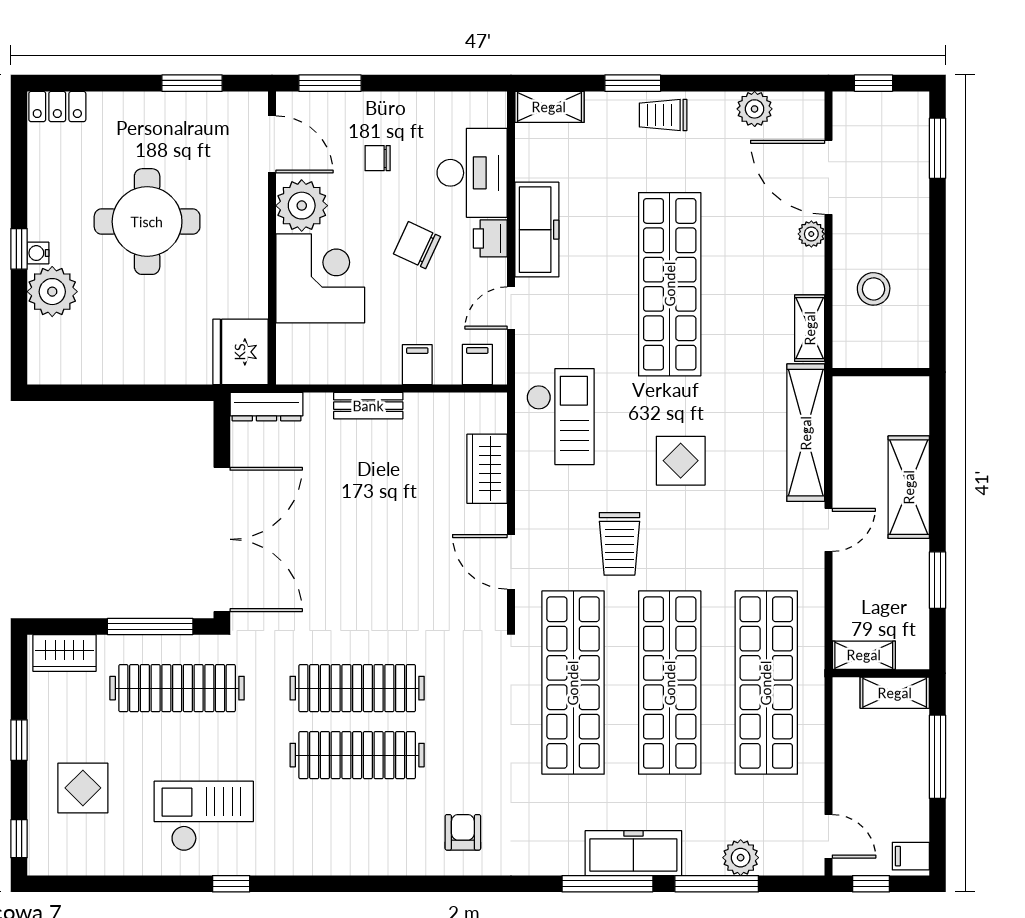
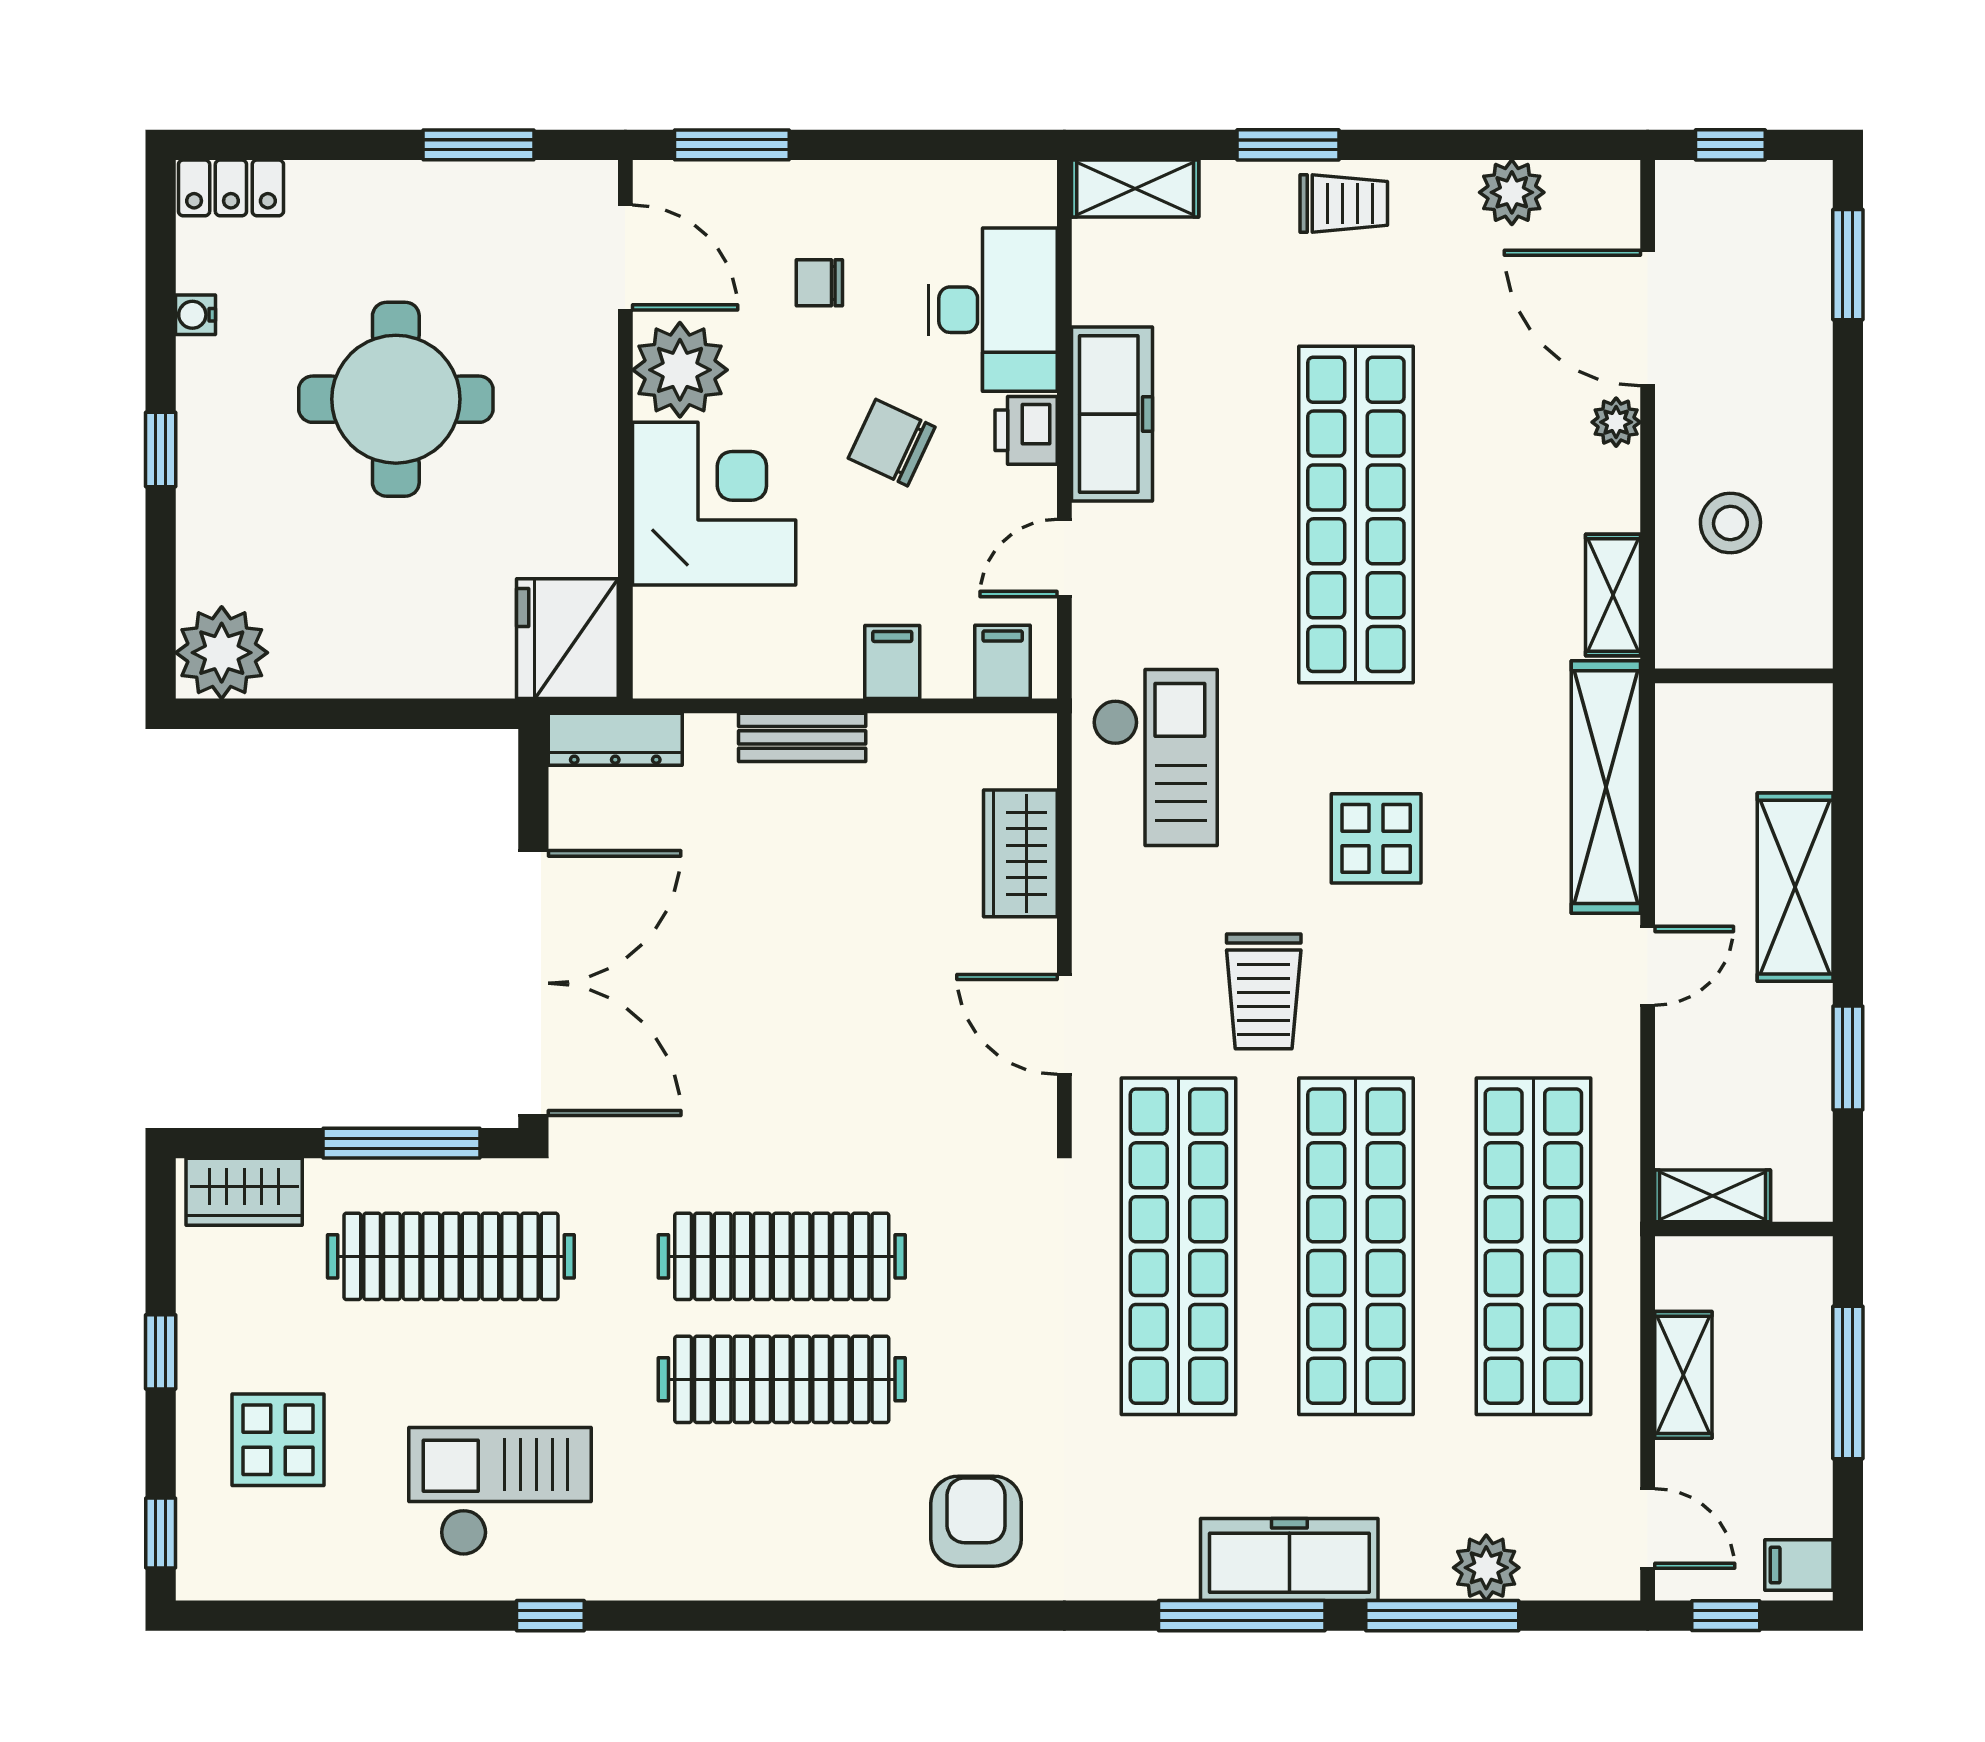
trolley: (663, 115) -> (1344, 203), turned 180
water cooler: (38, 253) -> (196, 315), moved
plant: (52, 292) -> (222, 653), moved
shelving: (895, 693) -> (1683, 1375), moved, turned 90
armchair: (463, 832) -> (976, 1521), width x1.38, depth x1.38

